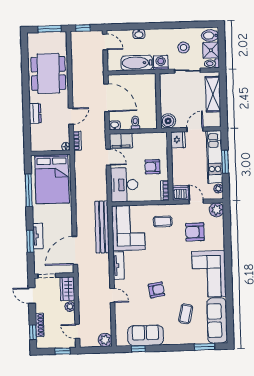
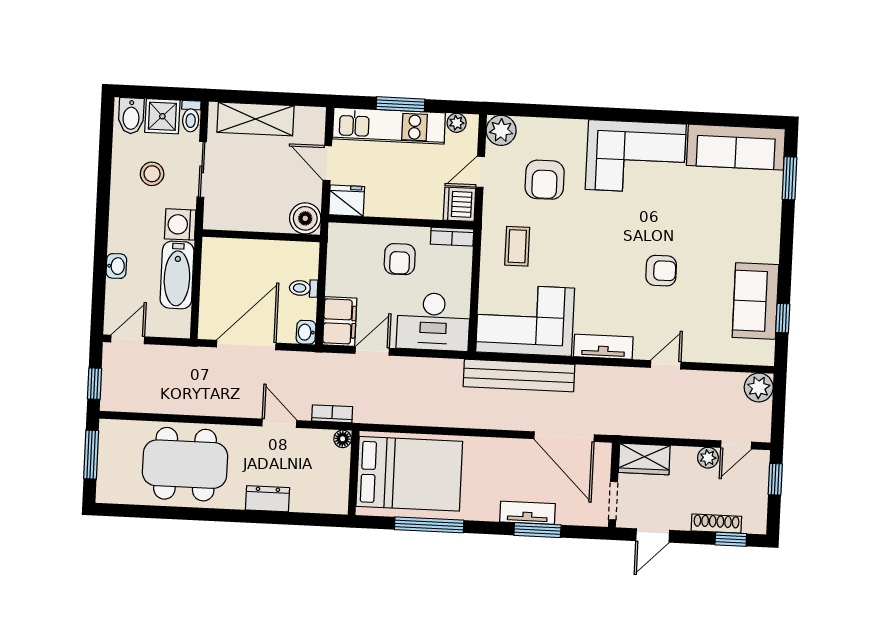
armchair: (156, 290) -> (661, 271), turned 100
plant: (70, 307) -> (708, 458), moved
coffee table: (186, 314) -> (716, 213), removed

